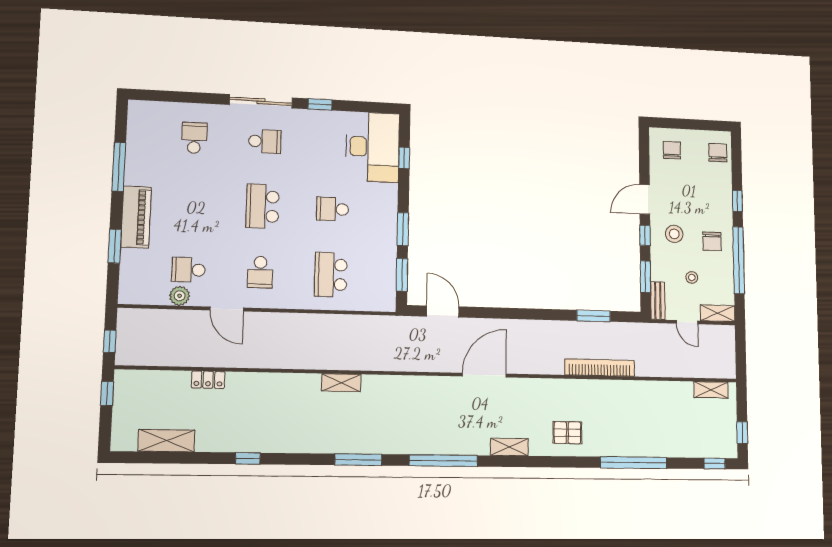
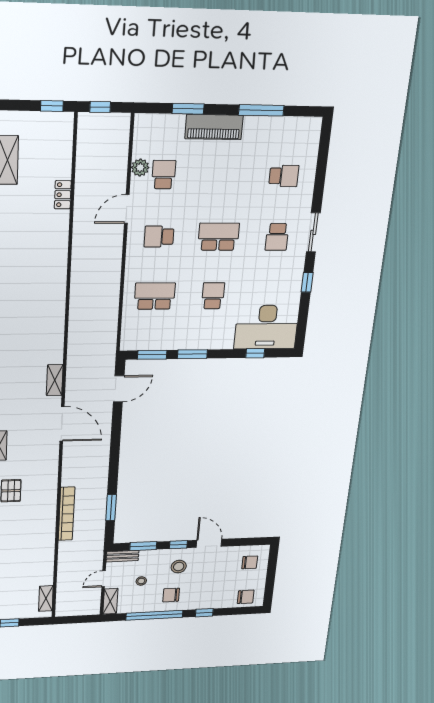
sliding door: (261, 101) -> (313, 232), width x0.73
shelving: (341, 383) -> (55, 380), moved

